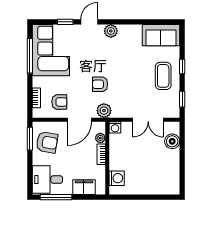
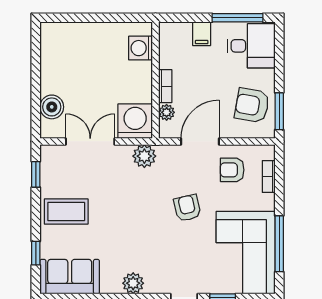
plant: (111, 31) -> (133, 283), moved
window: (182, 66) -> (36, 253), moved
coffee table: (163, 76) -> (66, 211), turned 90
armchair: (100, 84) -> (187, 208), moved, turned -103
plant: (104, 111) -> (144, 156), moved
washing machine: (115, 127) -> (135, 121), width x1.89, depth x1.89
filing cabinet: (84, 187) -> (202, 34), width x0.50

